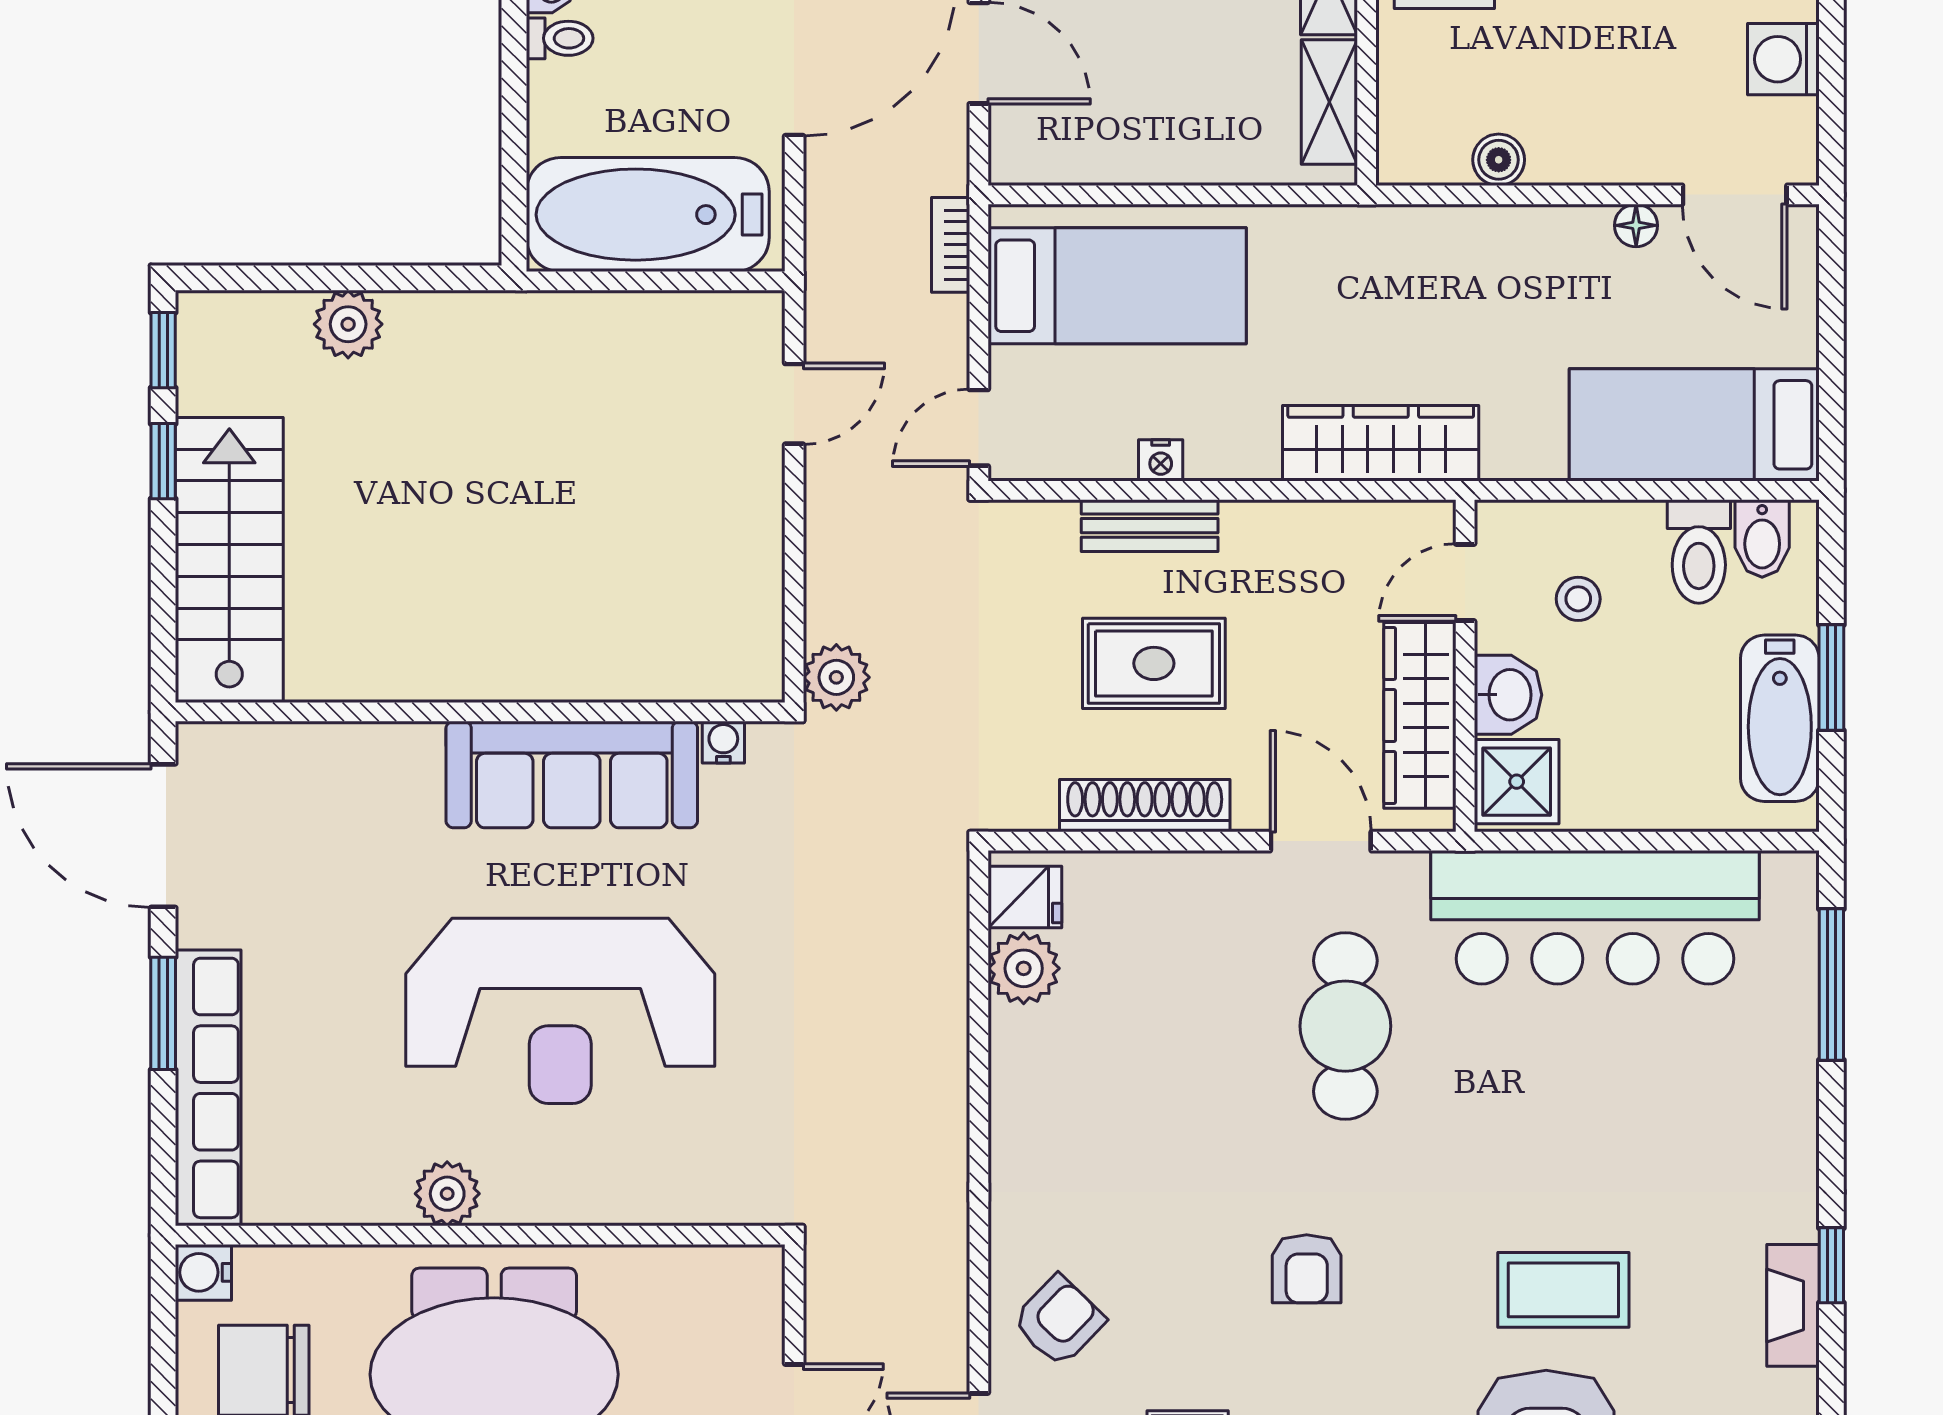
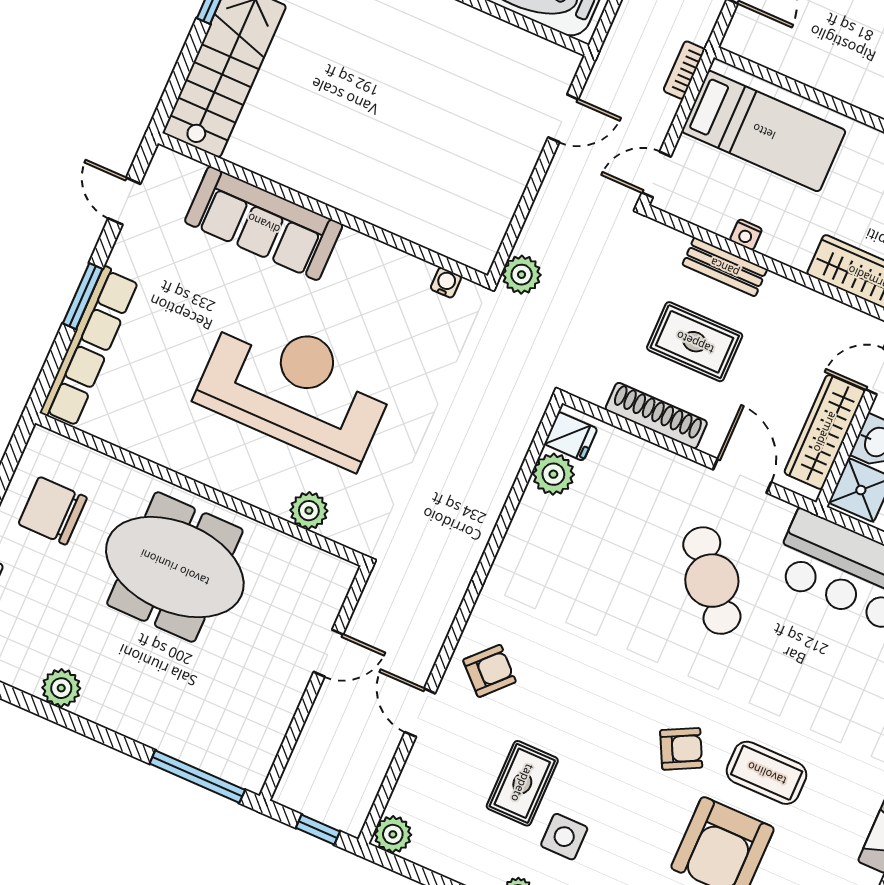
sofa: (572, 775) -> (264, 223), moved
door: (163, 836) -> (124, 201), width x0.53
reception desk: (560, 1011) -> (296, 388), turned 180
cafe table: (1345, 1026) -> (712, 581), turned -39
plant: (447, 1194) -> (309, 511), moved
armchair: (1307, 1269) -> (681, 749), moved, turned -117
water cooler: (203, 1272) -> (43, 444), removed

